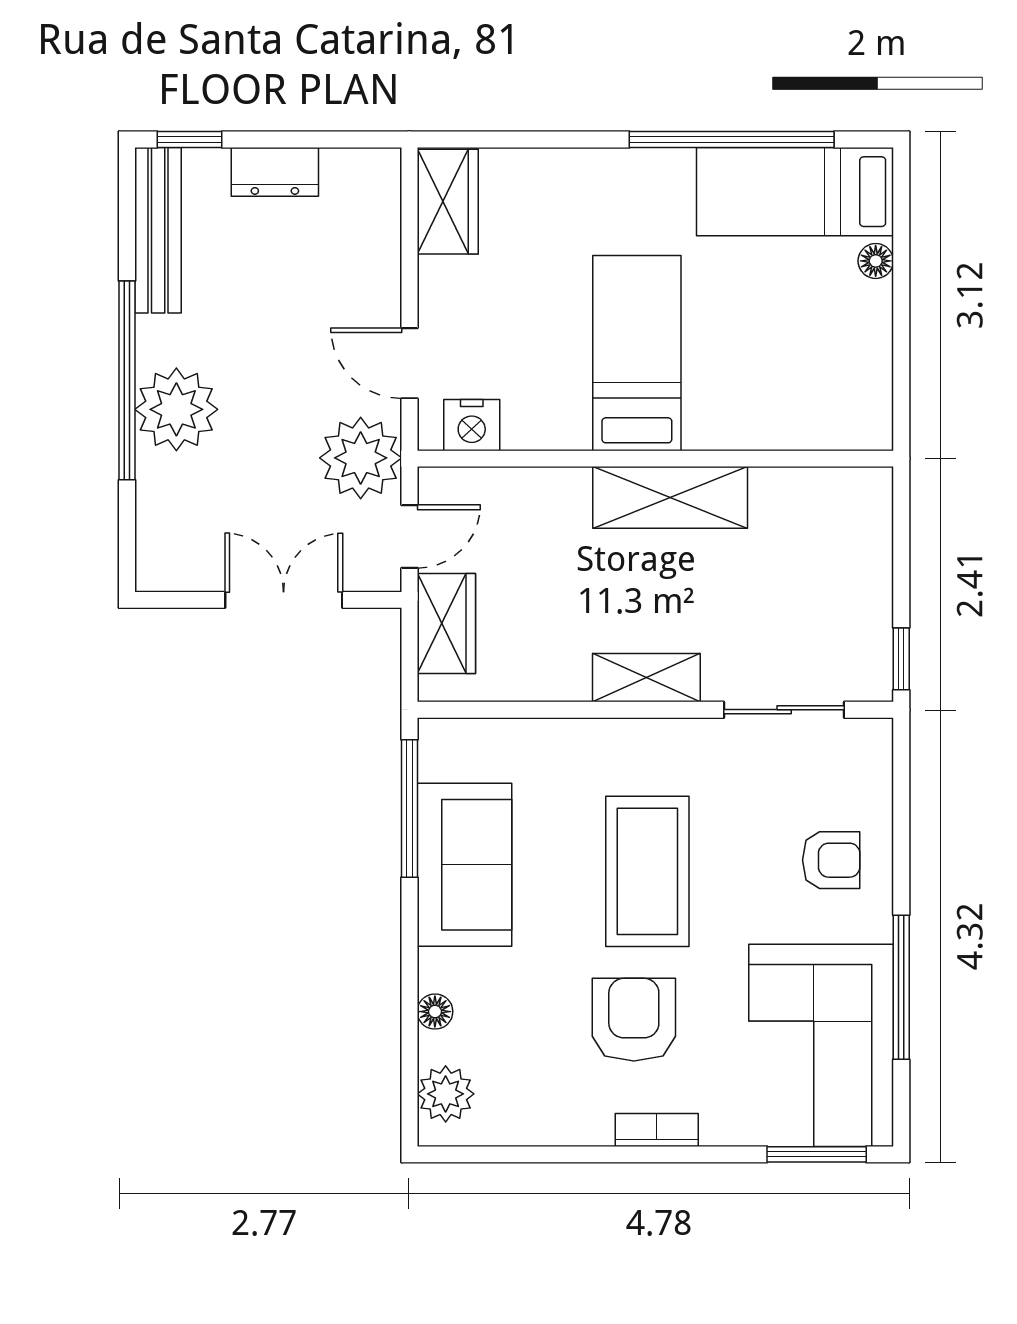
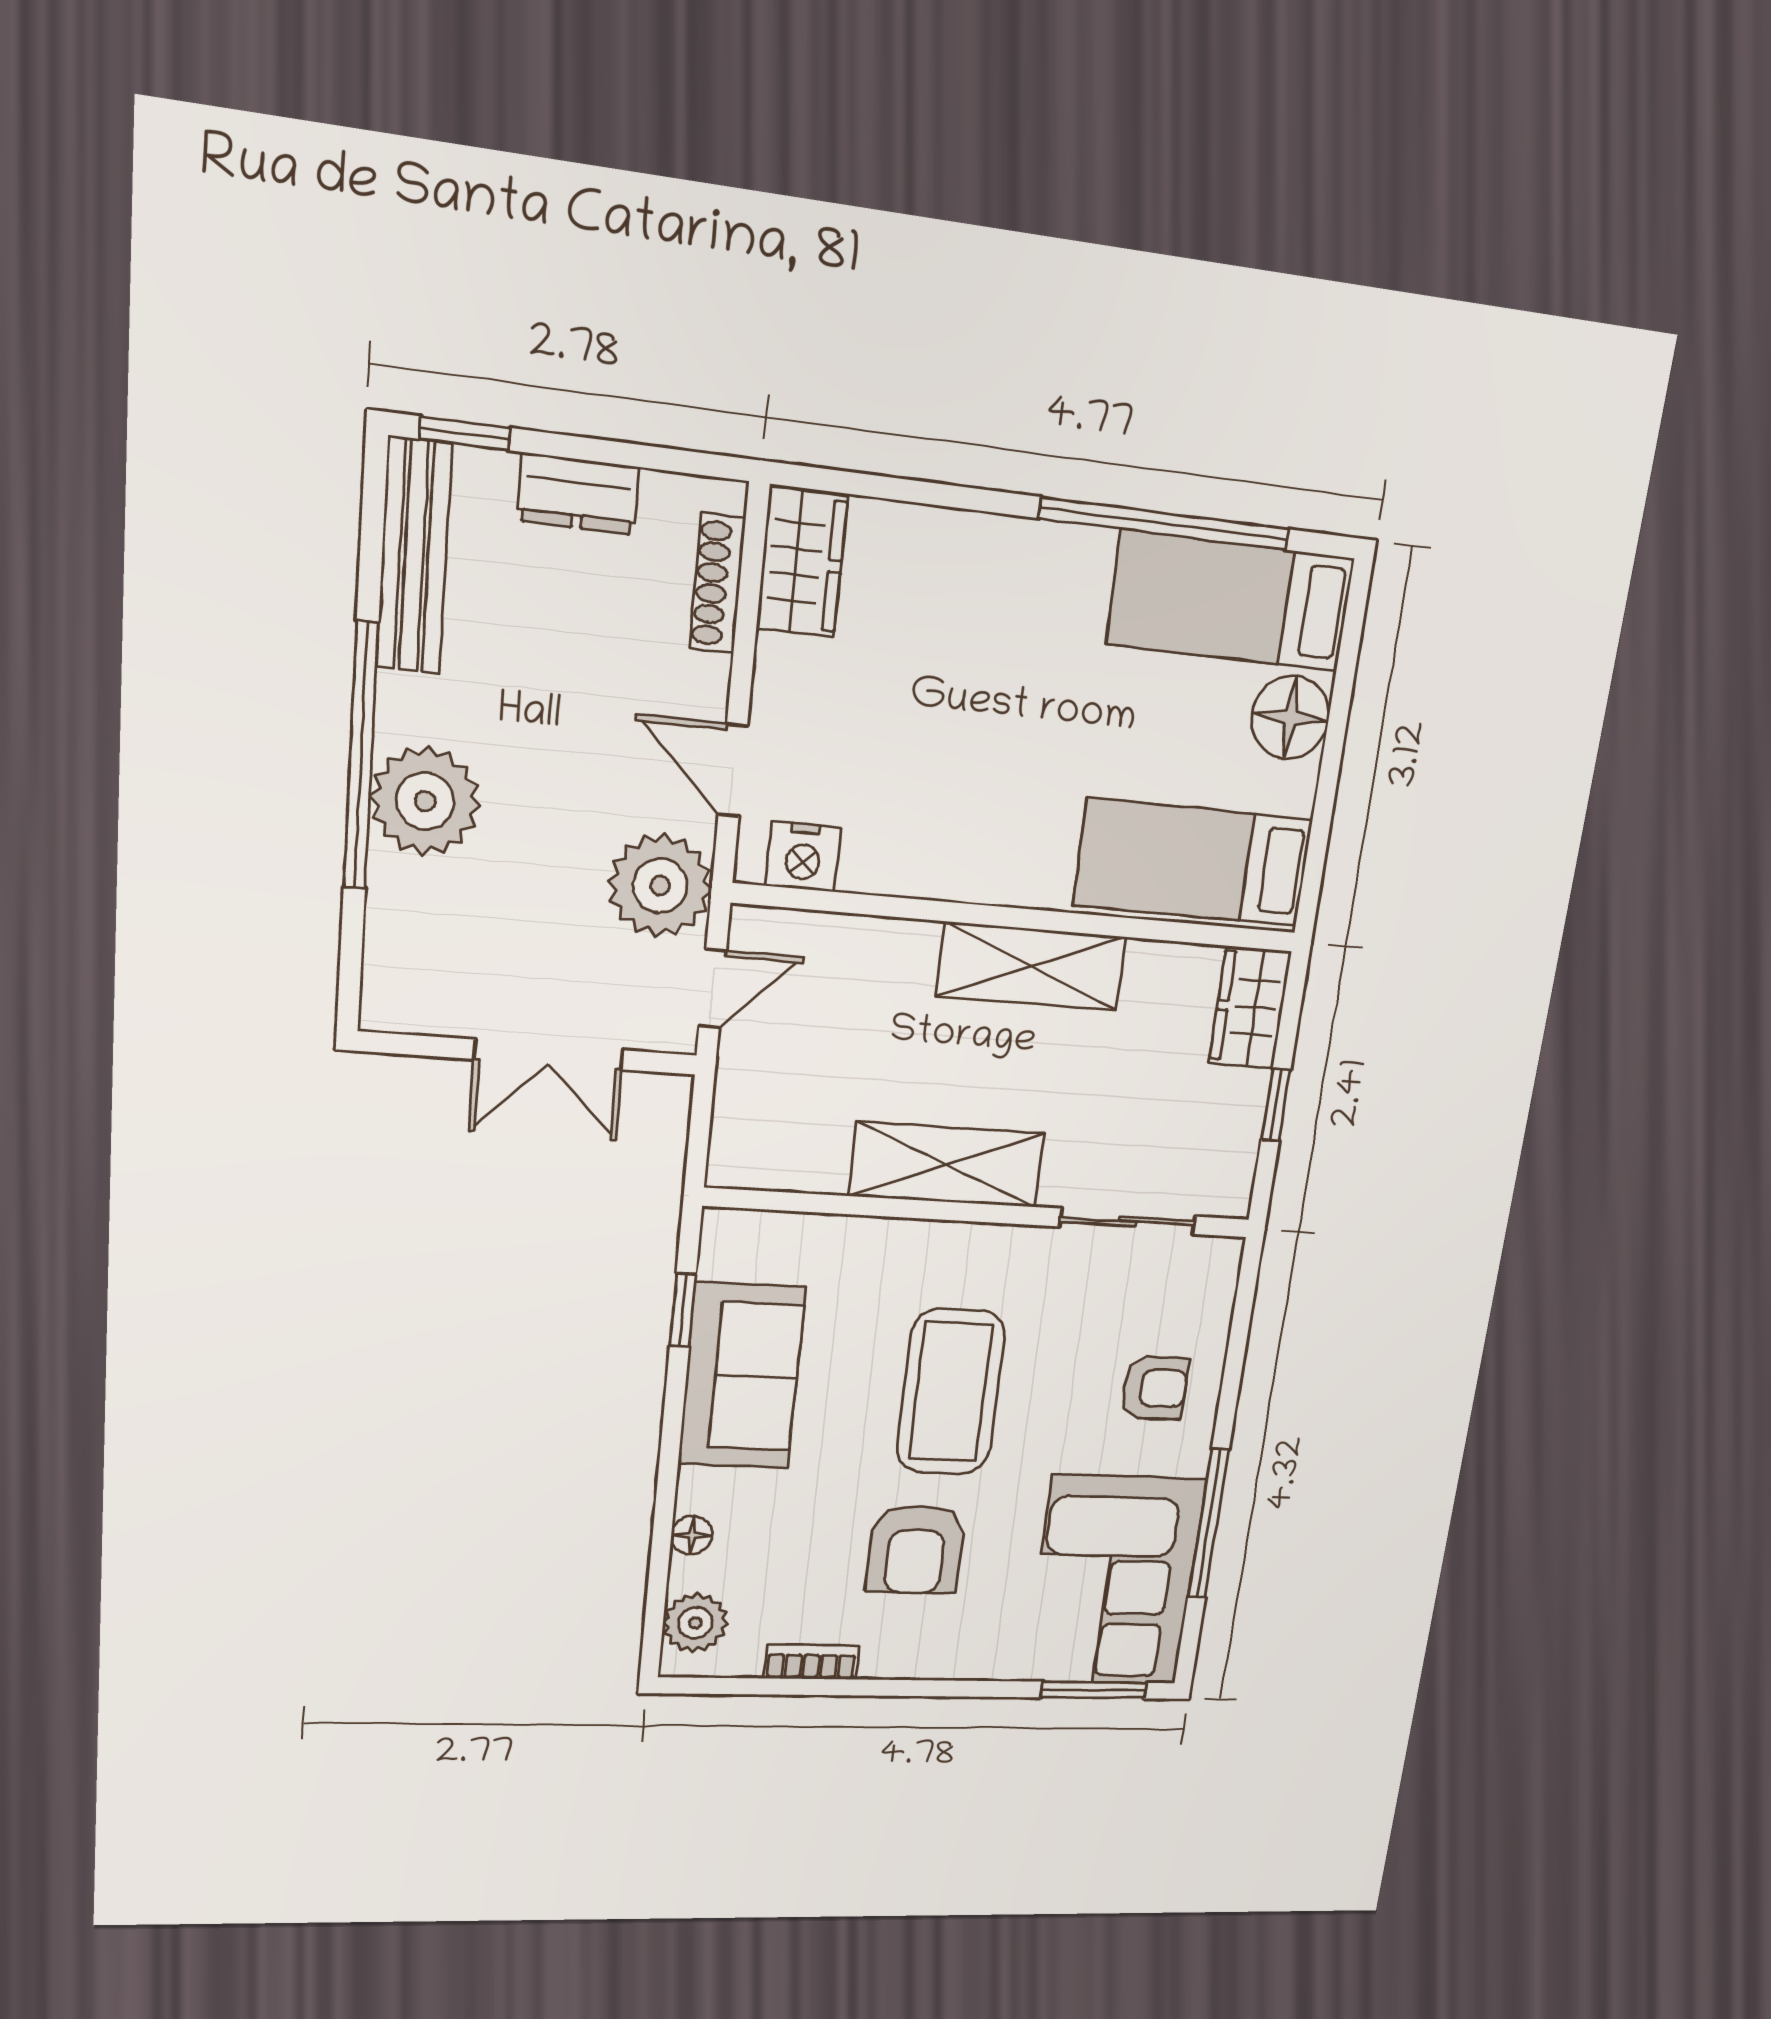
shoe rack: (385, 225) -> (717, 584), added
floor lamp: (876, 261) -> (1290, 718), width x1.89, depth x1.89
bed: (637, 353) -> (1193, 863), moved, turned -90
double door: (284, 600) -> (549, 1055), swing flipped
wardrobe: (446, 624) -> (1250, 1007), moved, turned 180
window: (901, 659) -> (1276, 1105), moved
shelving: (646, 678) -> (947, 1165), width x1.50, depth x1.33
window: (409, 808) -> (683, 1310), width x0.46
armchair: (634, 1020) -> (916, 1549), turned 180
bookcase: (657, 1130) -> (811, 1662), moved

